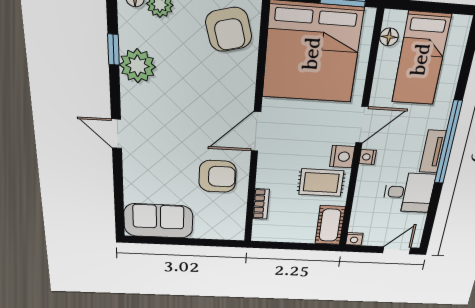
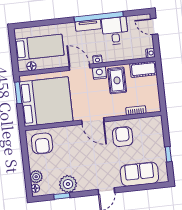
armchair: (229, 29) -> (42, 143), turned 105
window: (448, 143) -> (99, 17), moved
sofa: (158, 221) -> (139, 174), moved, turned 90
window: (174, 241) -> (168, 154), added

